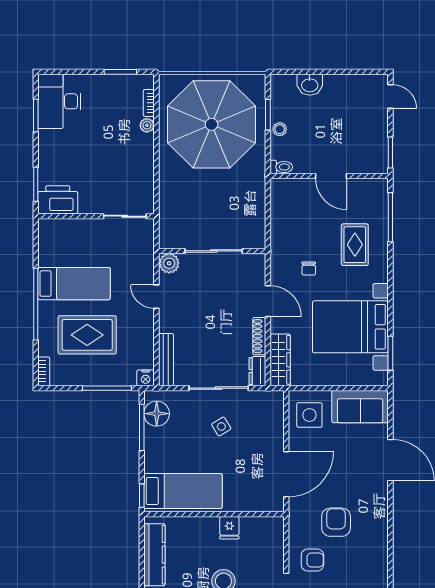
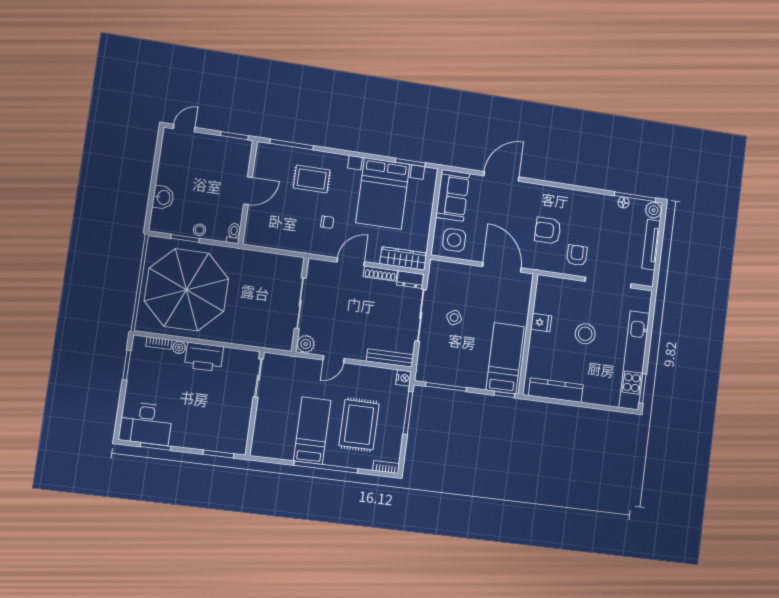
printer: (58, 200) -> (204, 357), moved, turned -90
floor lamp: (157, 414) -> (436, 372), removed

